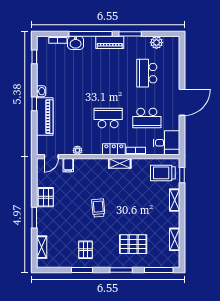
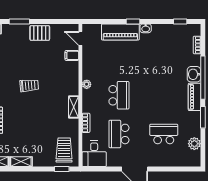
washbasin: (76, 43) -> (194, 74), moved
locker: (114, 149) -> (88, 101), removed
plant: (77, 150) -> (87, 84), moved
shelving: (175, 200) -> (21, 162), moved

